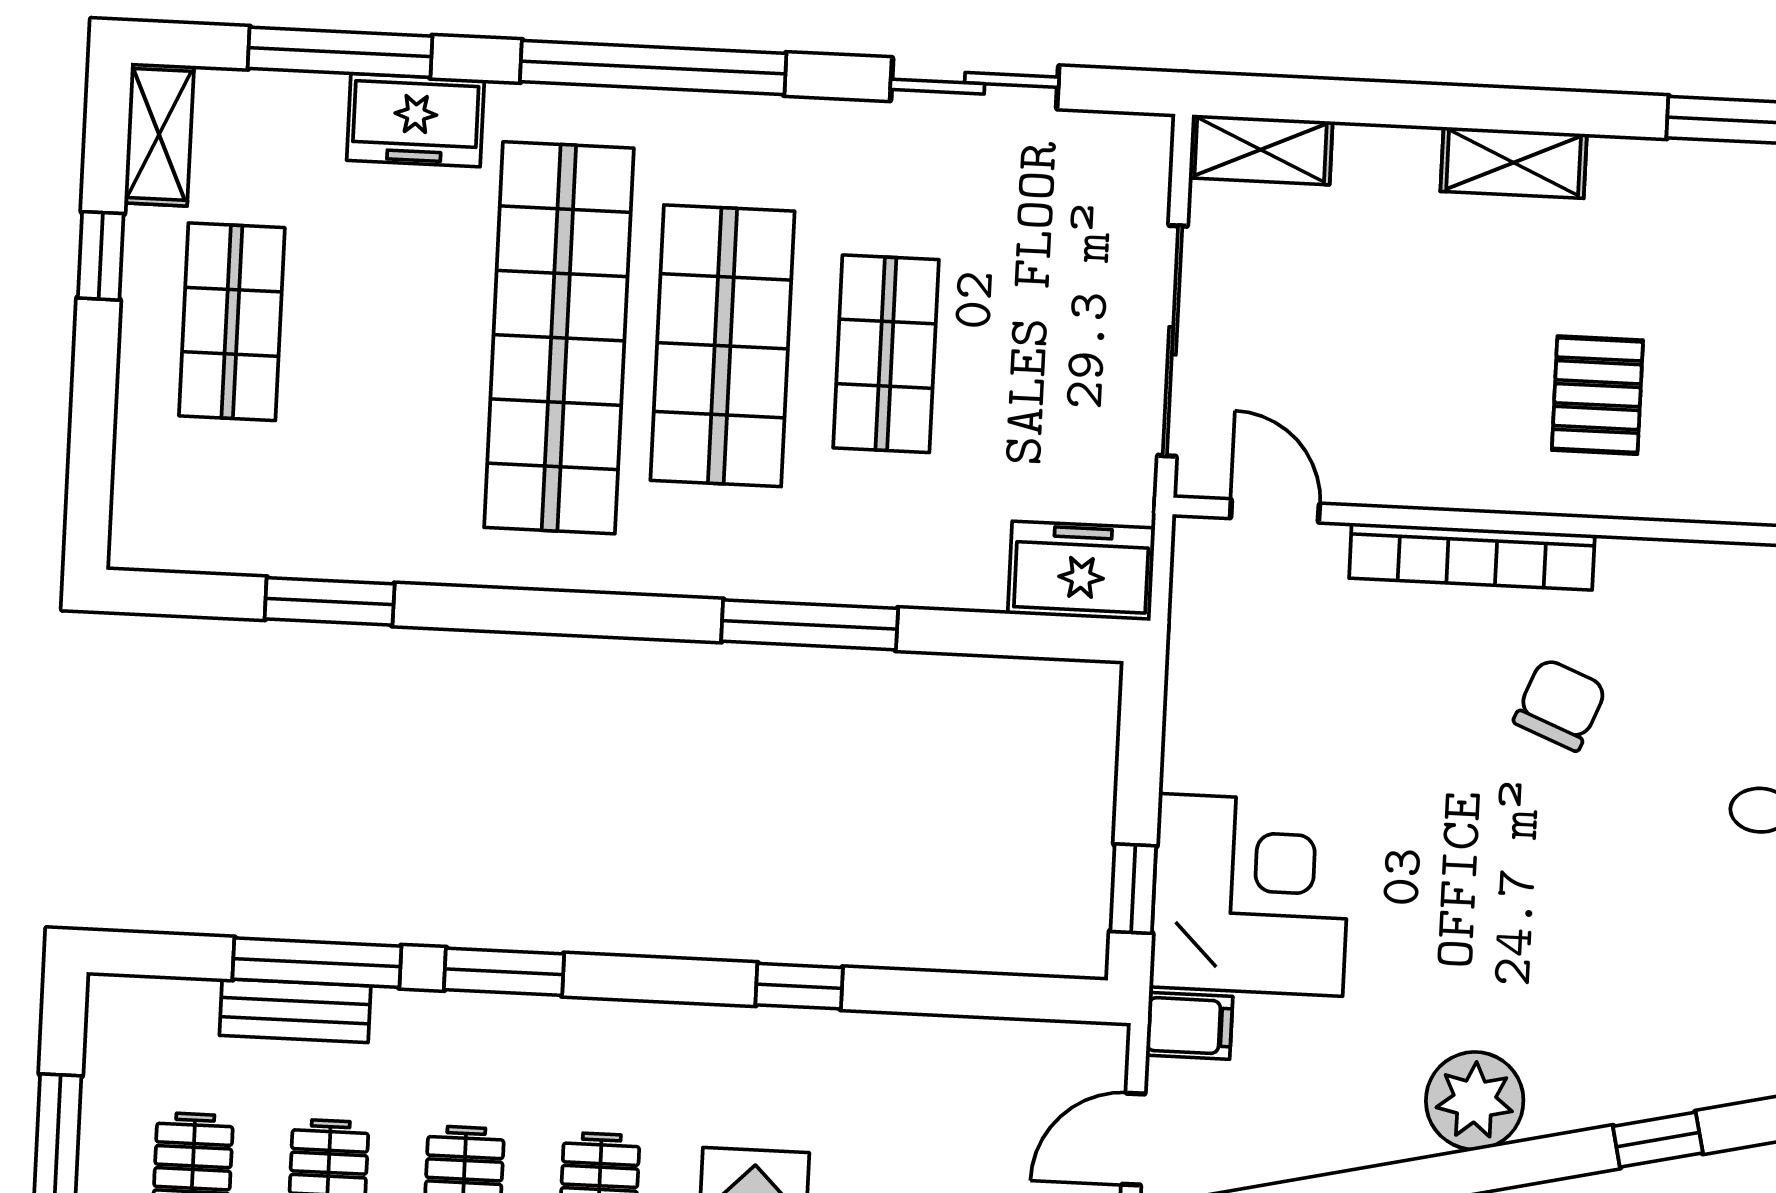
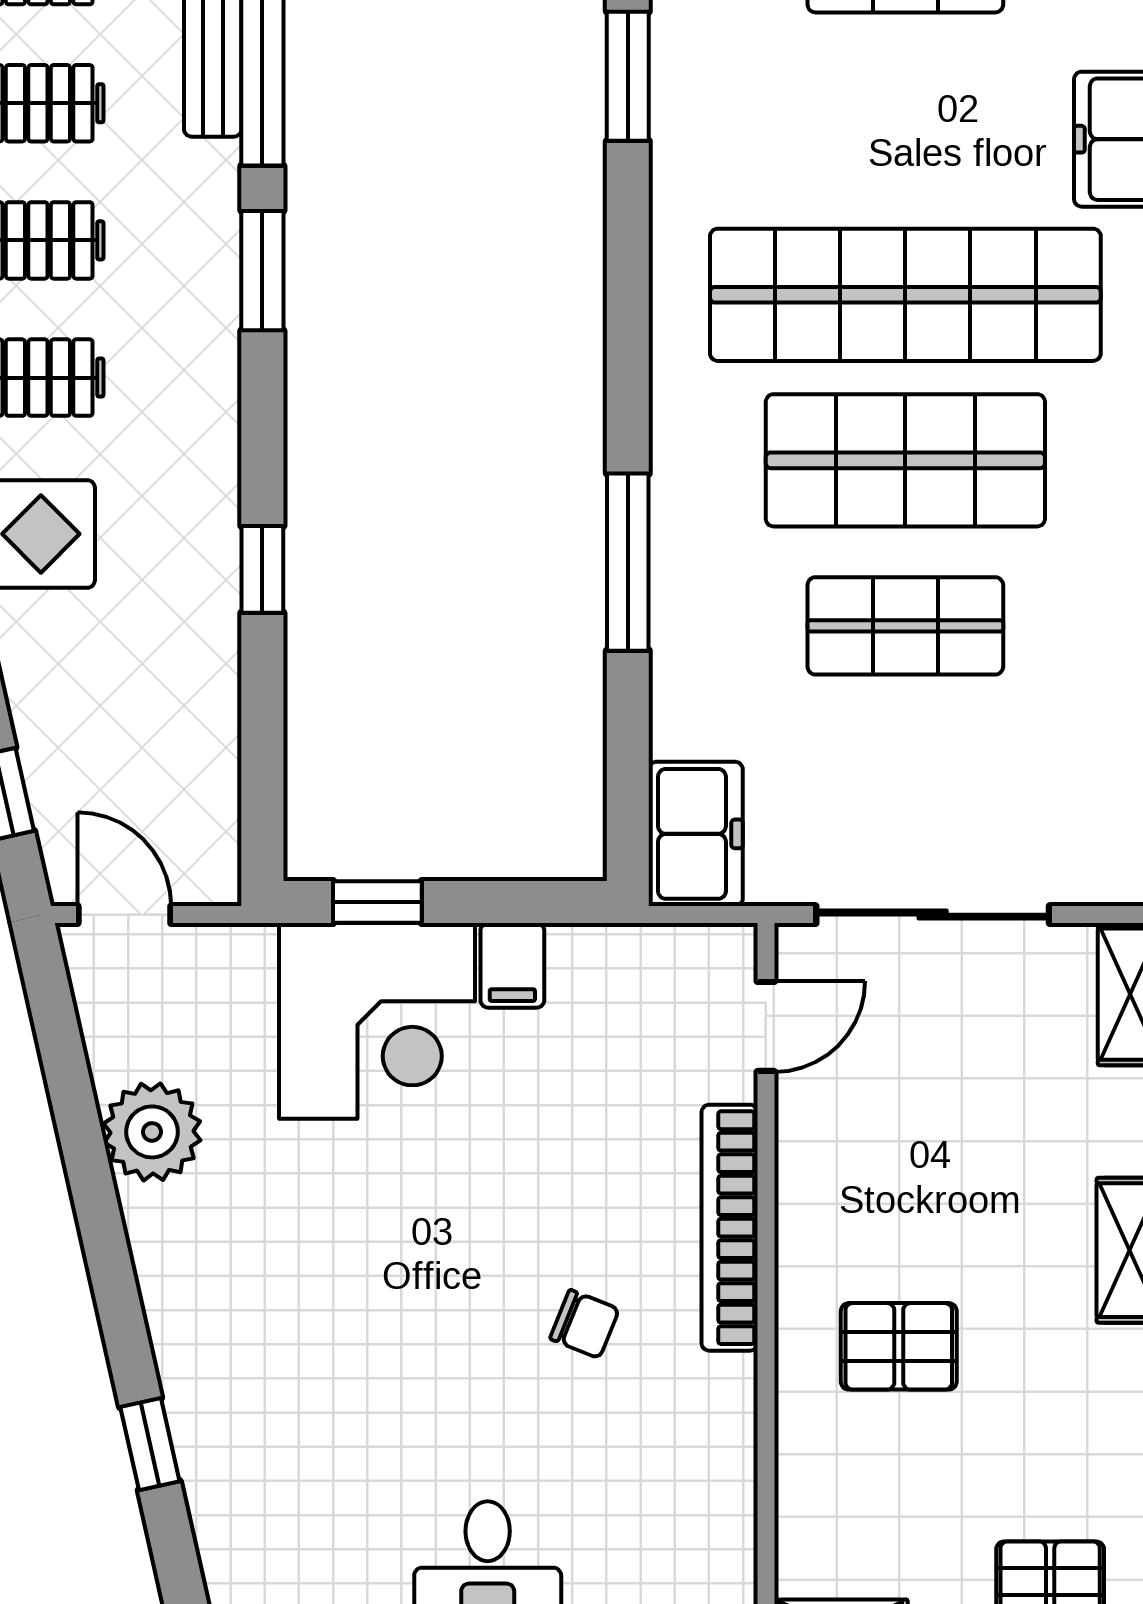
chair: (1560, 704) -> (584, 1324), width x0.73, depth x0.73
filing cabinet: (1189, 1026) -> (512, 965), moved
plant: (1475, 1101) -> (152, 1132), moved

